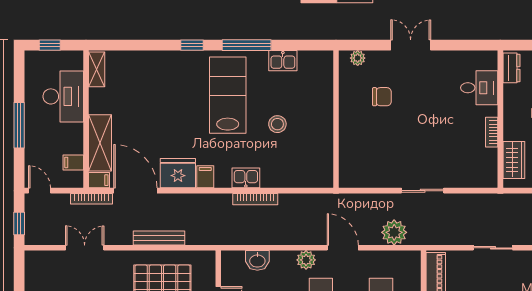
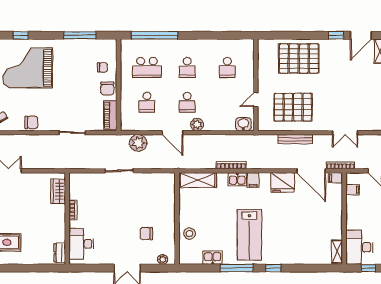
desk: (479, 88) -> (81, 244), width x1.37
desk: (63, 96) -> (359, 247), moved
stool: (277, 124) -> (189, 234), moved
shelving: (100, 143) -> (198, 180), moved, turned 90
filing cabinet: (205, 177) -> (253, 180), moved
washbasin: (257, 260) -> (243, 124), moved

